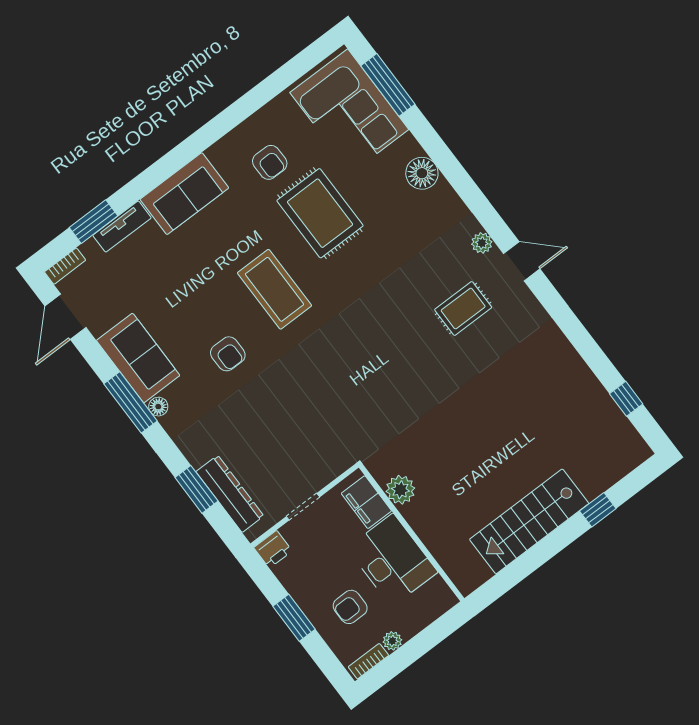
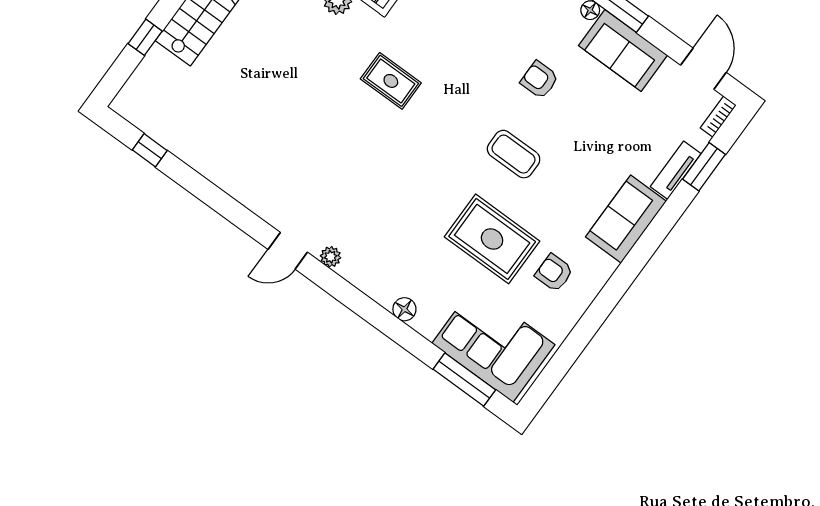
floor lamp: (422, 173) -> (404, 309), width x0.73, depth x0.73
coffee table: (274, 289) -> (514, 154), width x0.73, depth x0.76
rug: (463, 309) -> (391, 81), moved, turned 90

